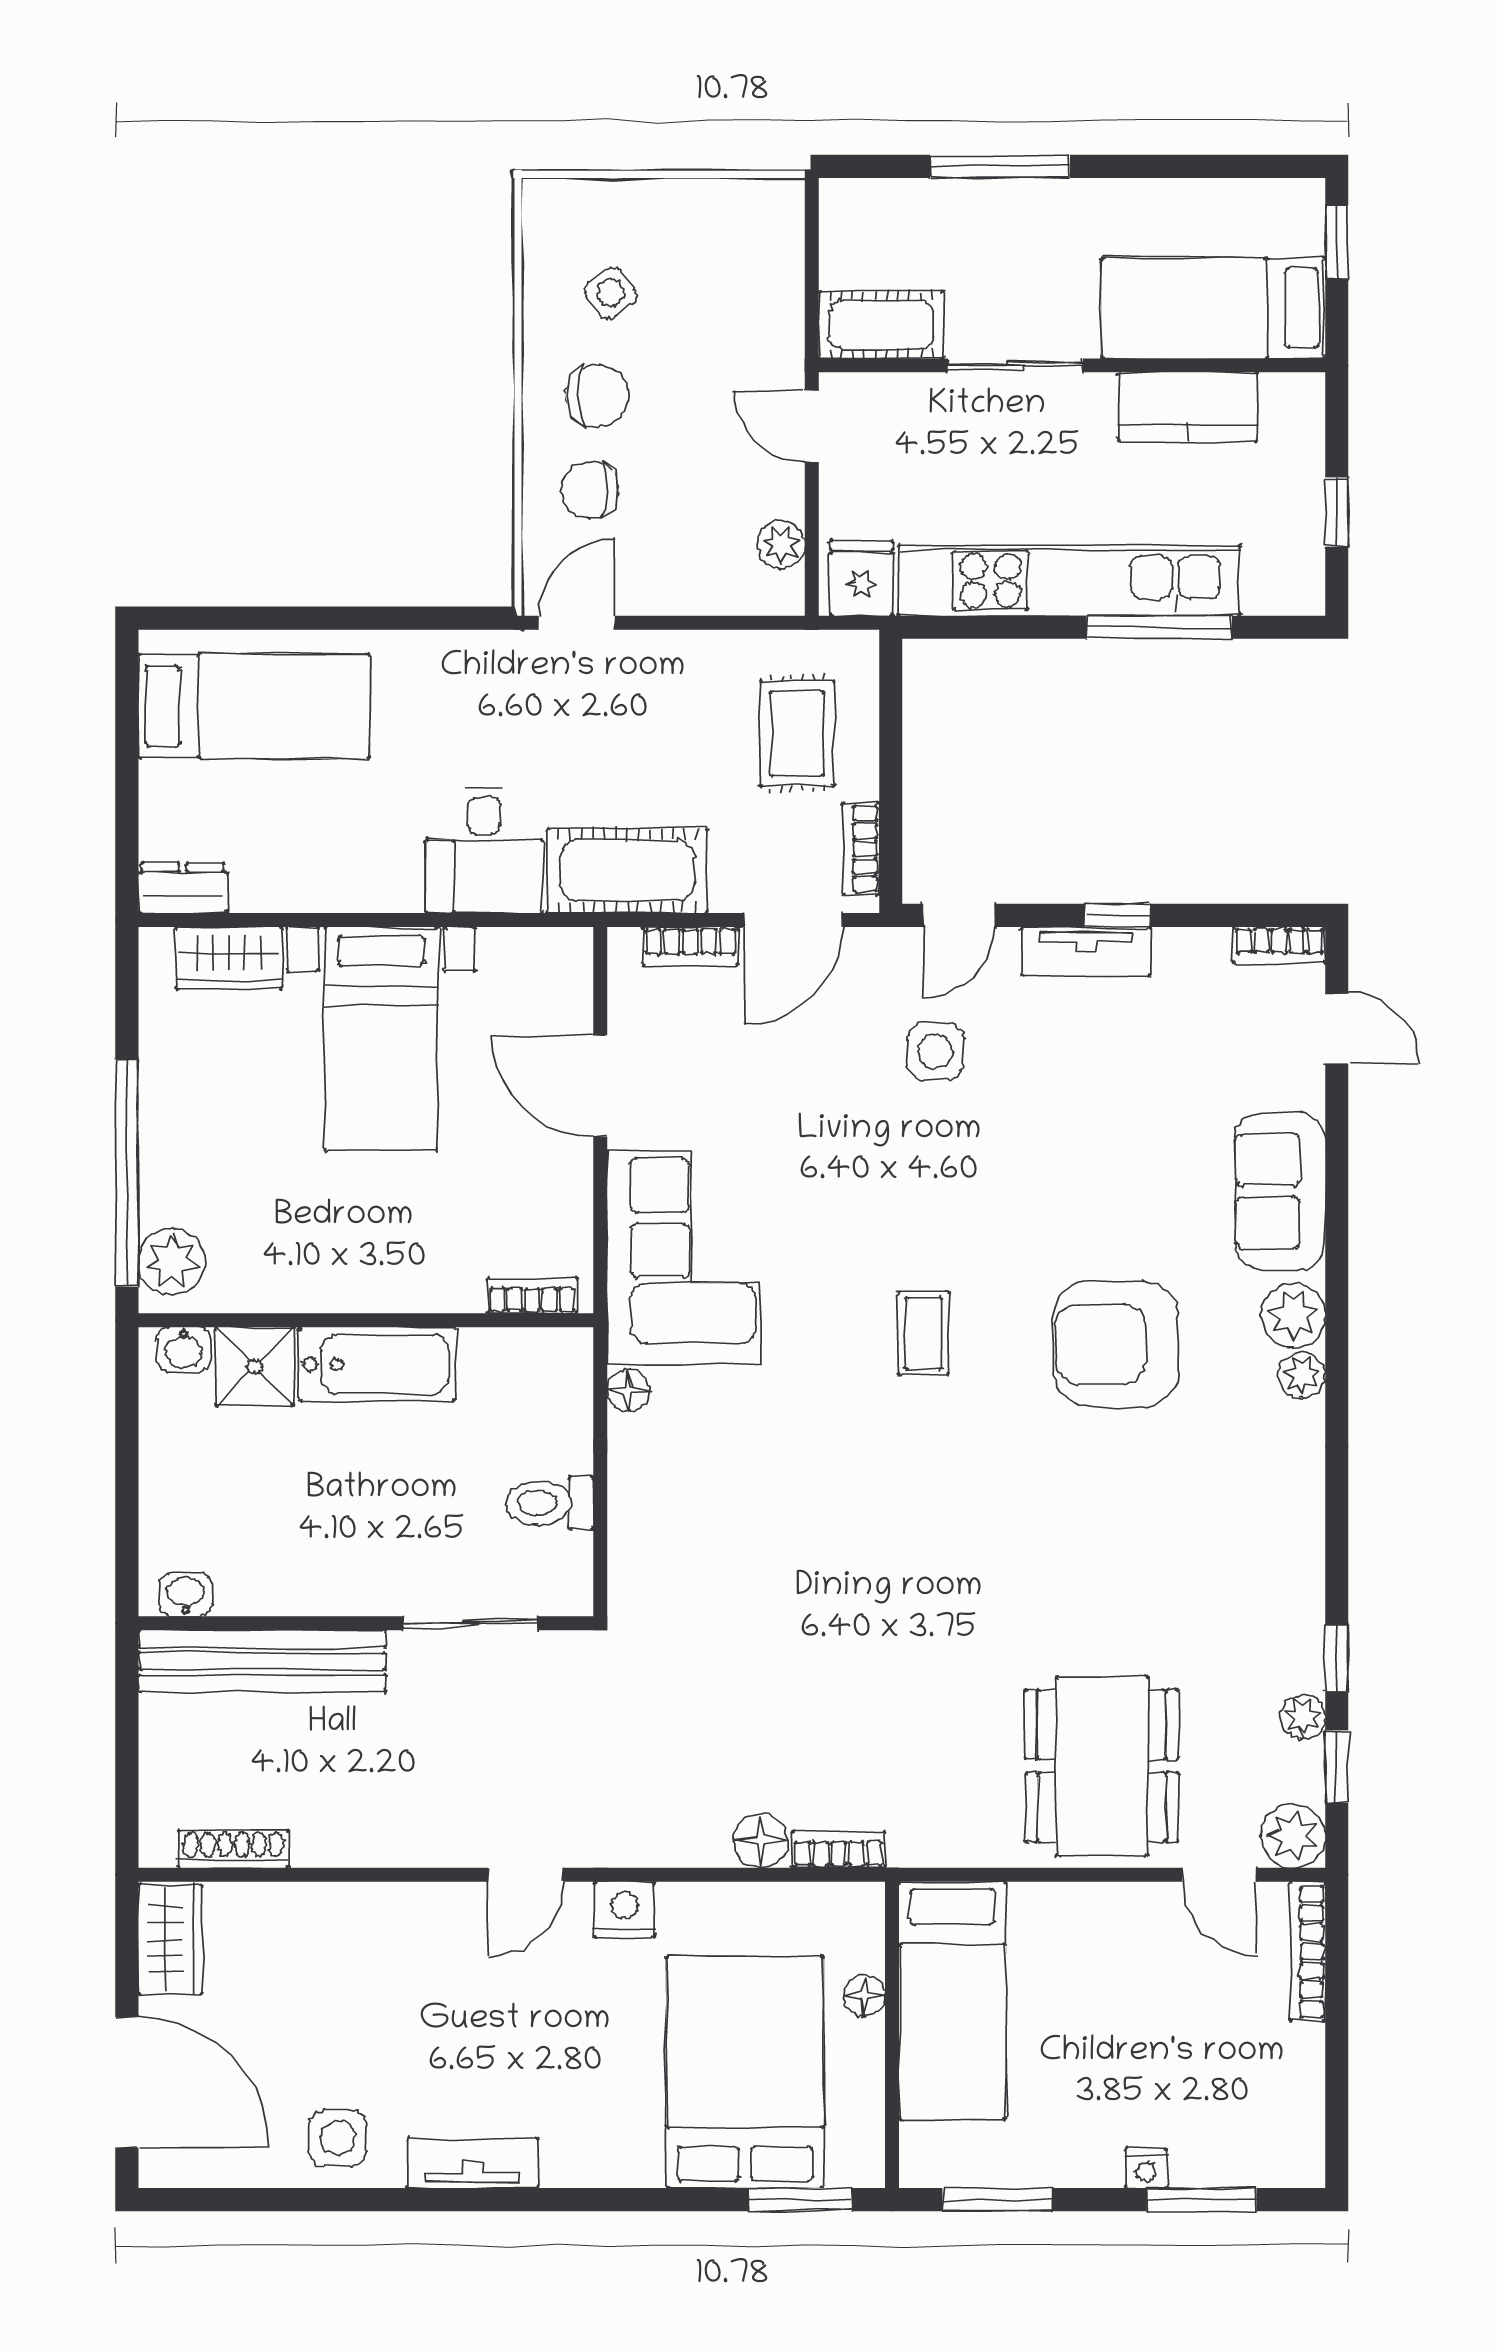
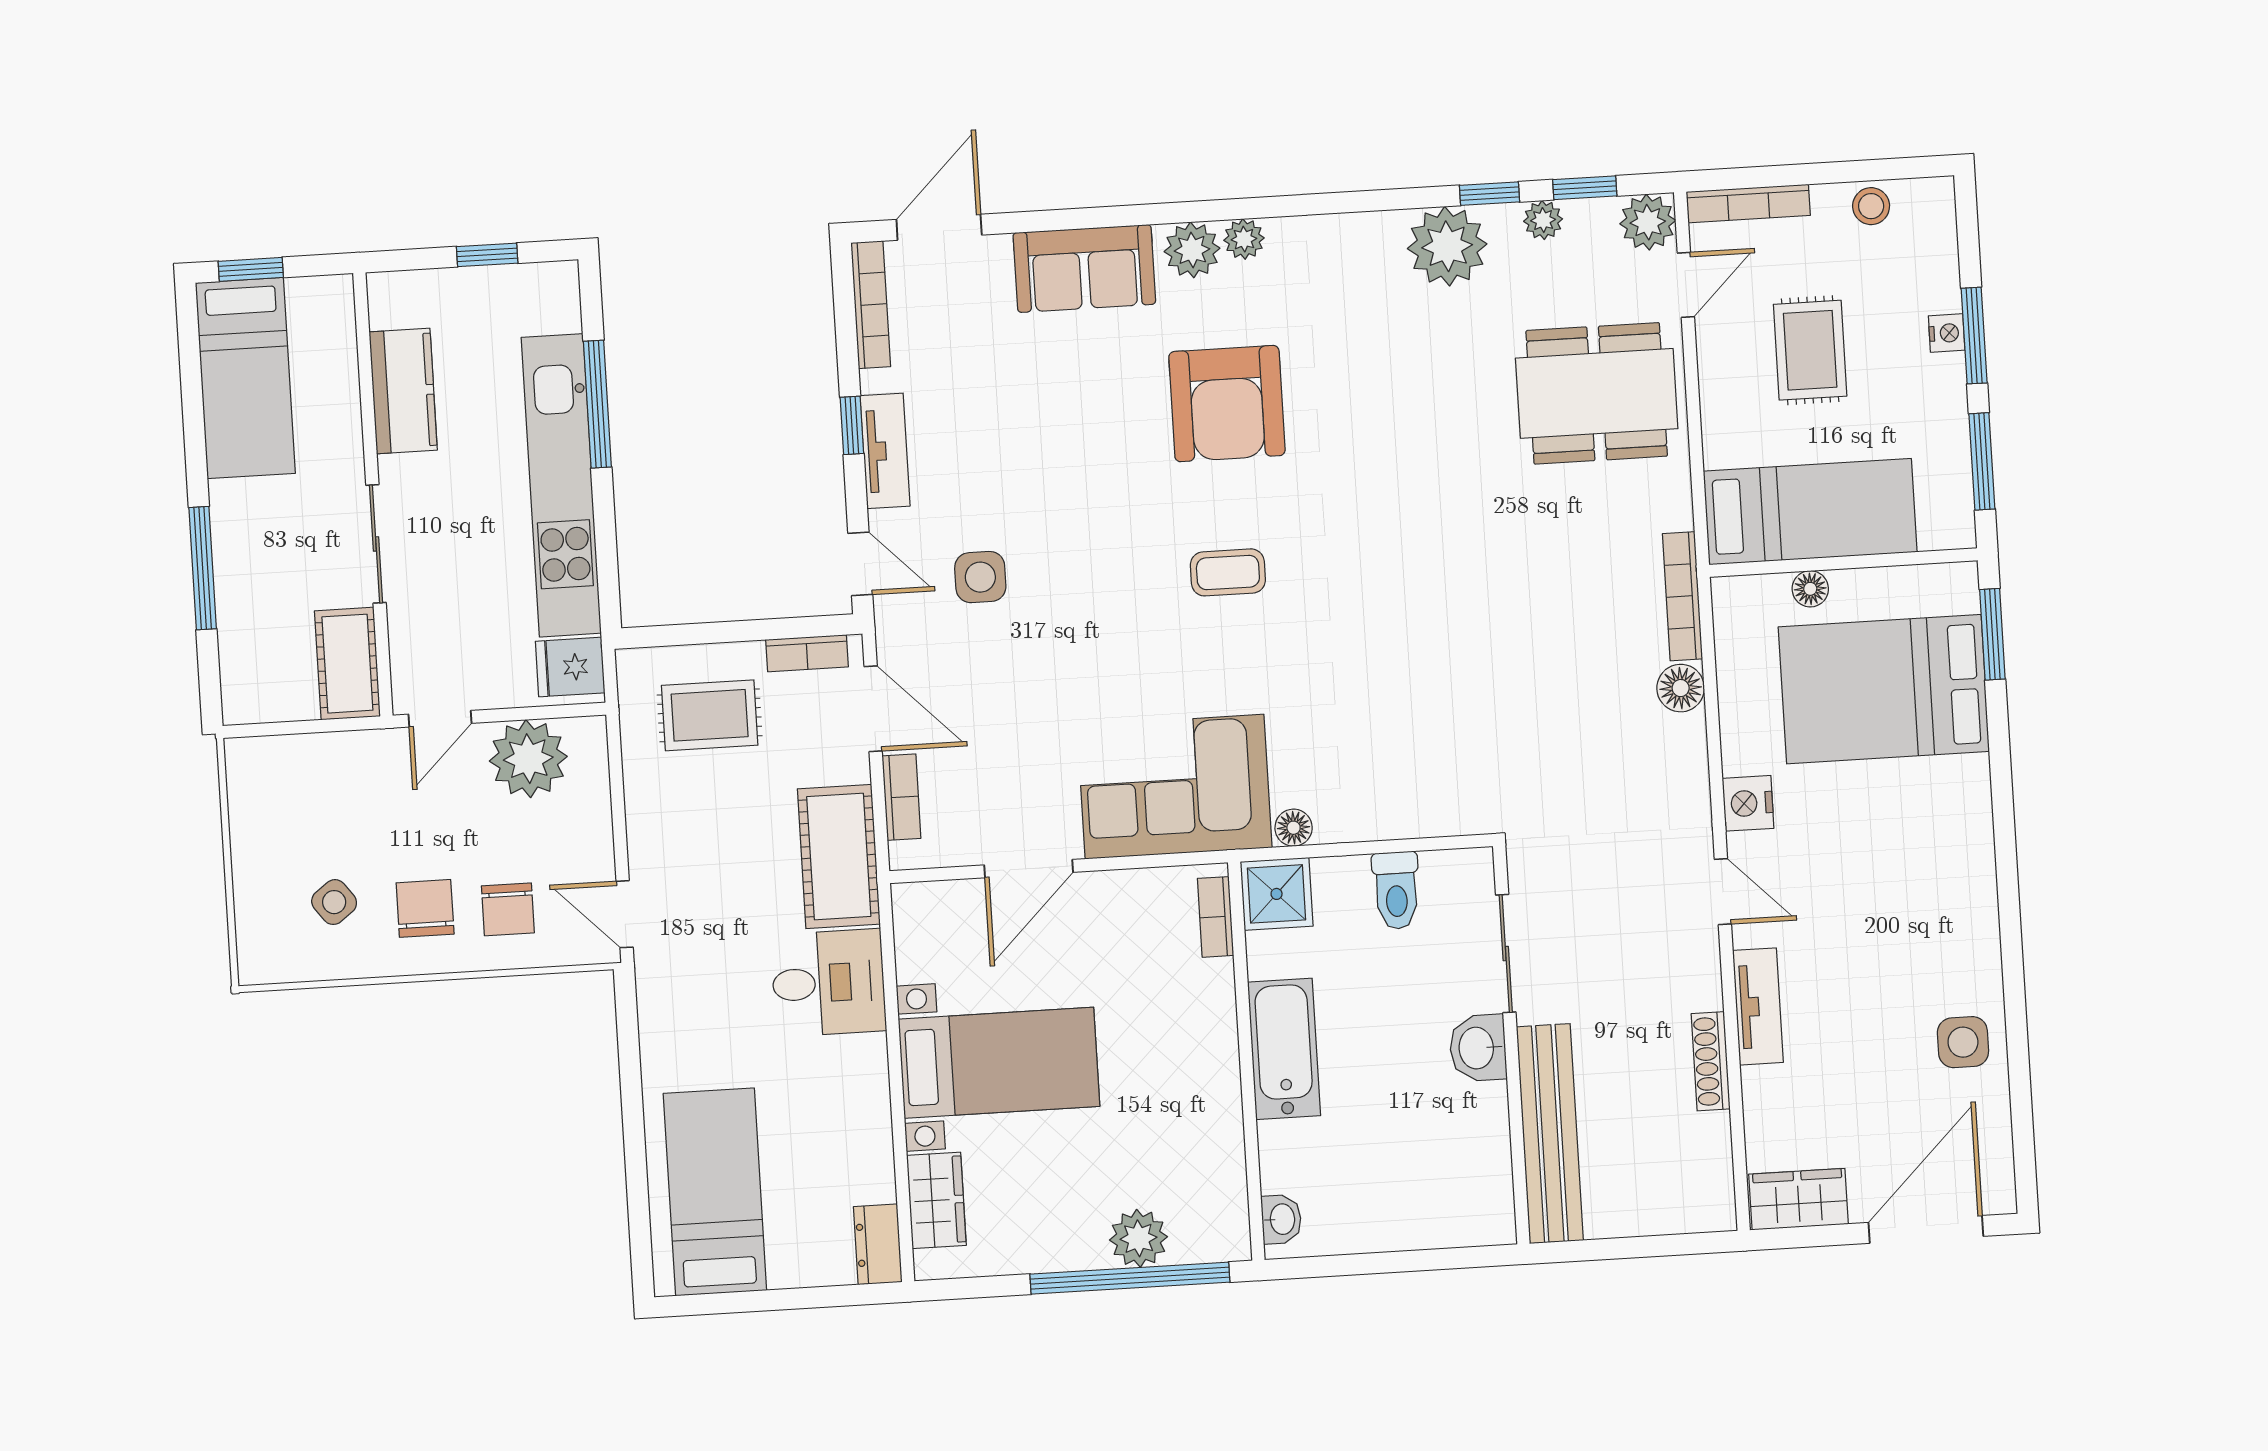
bed: (1213, 308) -> (245, 378), moved
plant: (781, 545) -> (528, 759), width x1.87, depth x1.87
bookcase: (1279, 945) -> (871, 305), width x1.56
door: (1337, 1029) -> (939, 227), width x1.38
plant: (172, 1262) -> (1139, 1238), moved
shower: (255, 1366) -> (1277, 894), moved
washbasin: (186, 1595) -> (1478, 1048), moved, width x1.38, depth x1.45
plant: (1280, 1606) -> (1447, 246), added
shoe rack: (233, 1849) -> (1711, 1061), moved
bookcase: (839, 1849) -> (1682, 596), width x1.56
rug: (1136, 2012) -> (1810, 350), added
stool: (1296, 2091) -> (1871, 206), added
tv unit: (473, 2163) -> (1758, 1006), moved, turned 180
window: (1202, 2200) -> (1974, 336), moved

